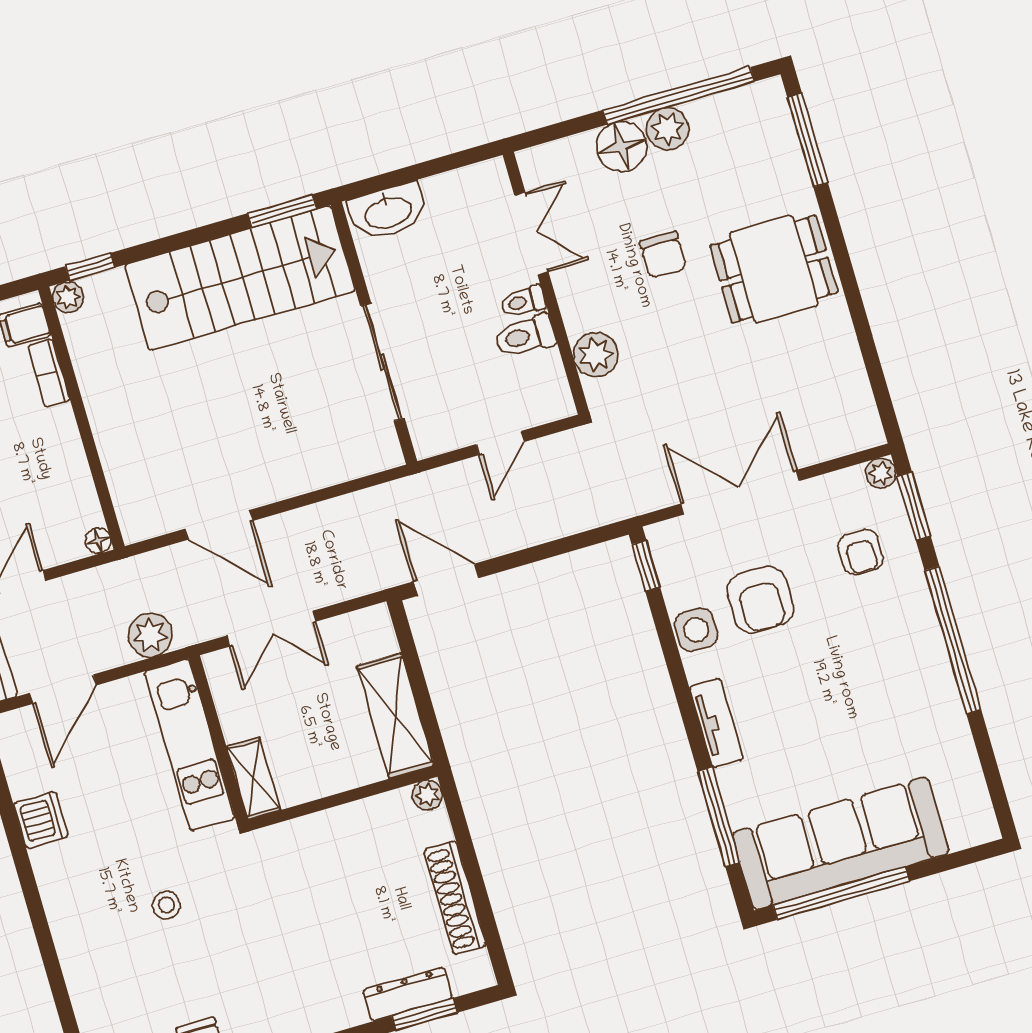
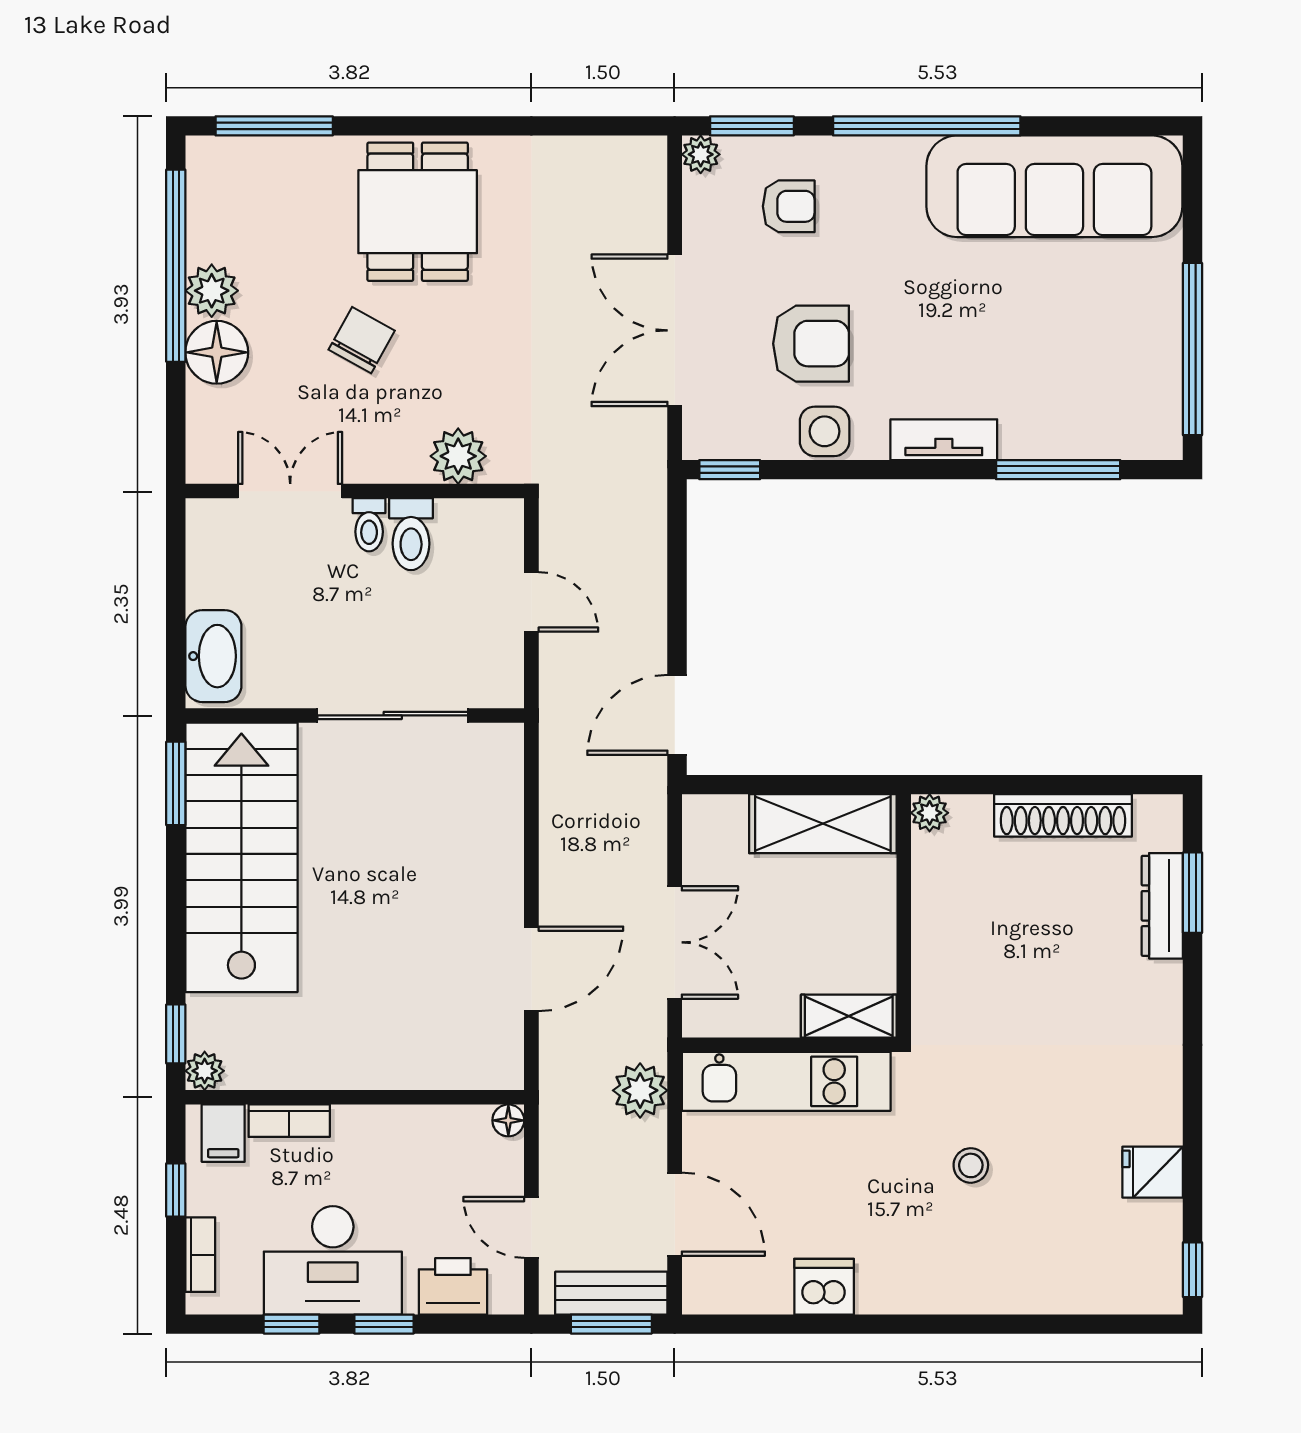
chair: (663, 255) -> (362, 340), turned -61
sofa: (841, 843) -> (1054, 186), moved, turned -90

